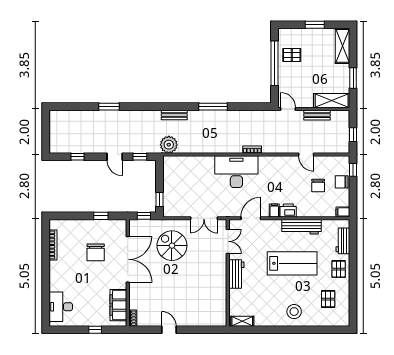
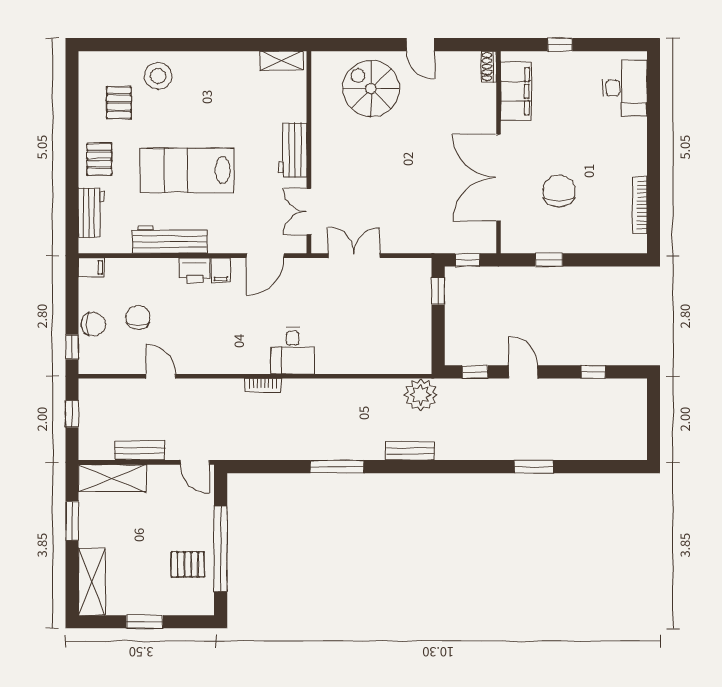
desk: (236, 172) -> (293, 351), width x0.53, depth x0.77
spiral stairs: (172, 246) -> (371, 88), moved, turned 180
stool: (294, 312) -> (158, 76), moved

